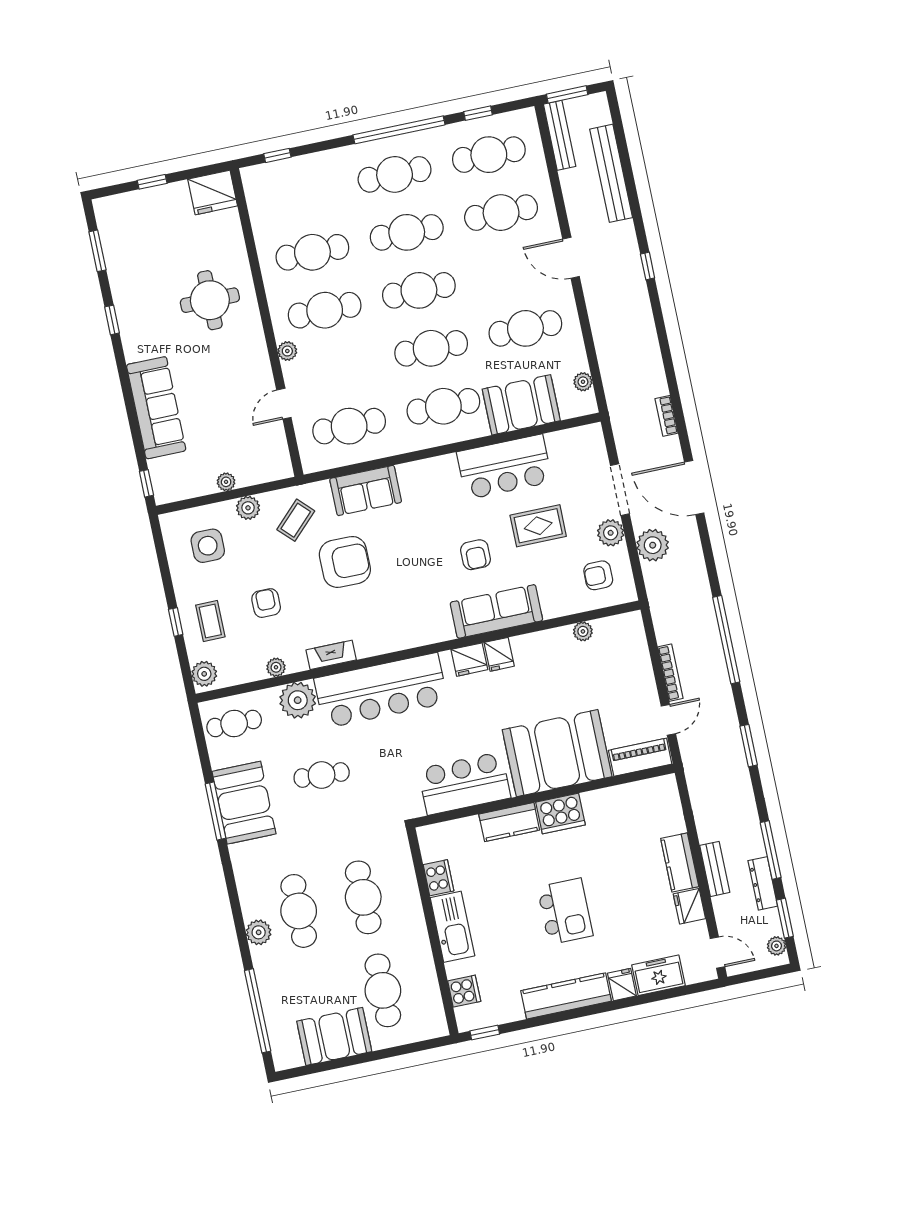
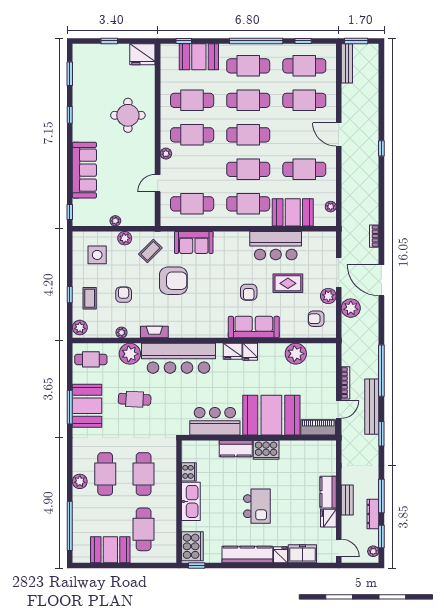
bench: (611, 173) -> (372, 407), moved
booth: (309, 177) -> (199, 57), added
plant: (583, 631) -> (296, 354), width x1.88, depth x1.88
cooker: (464, 991) -> (192, 546), width x1.87, depth x1.31

